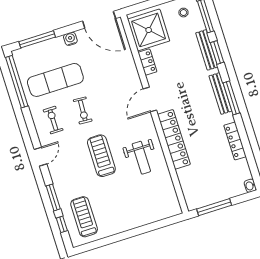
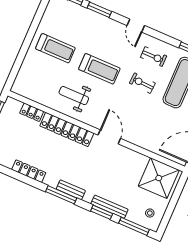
locker: (147, 62) -> (32, 112), moved
bench: (220, 93) -> (71, 190), width x0.73
treadmill: (84, 217) -> (55, 48), moved

